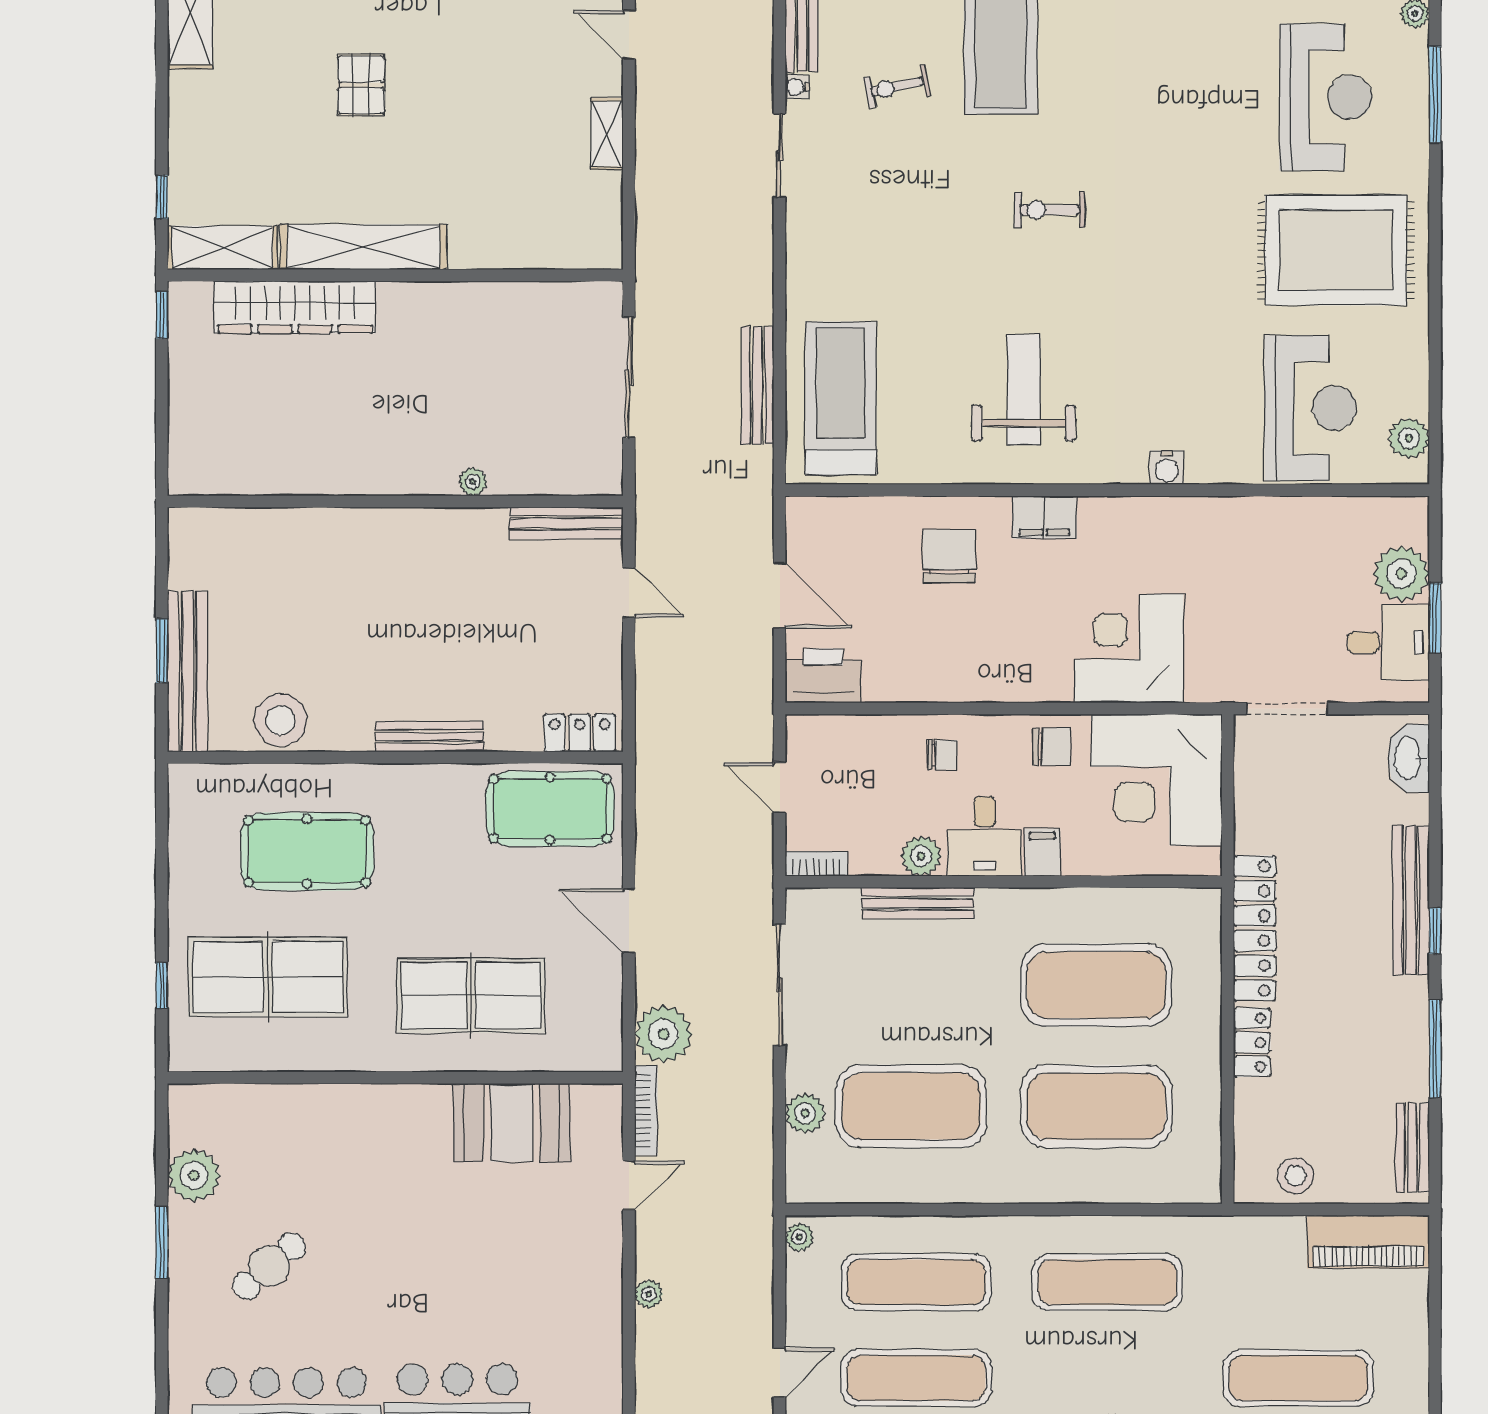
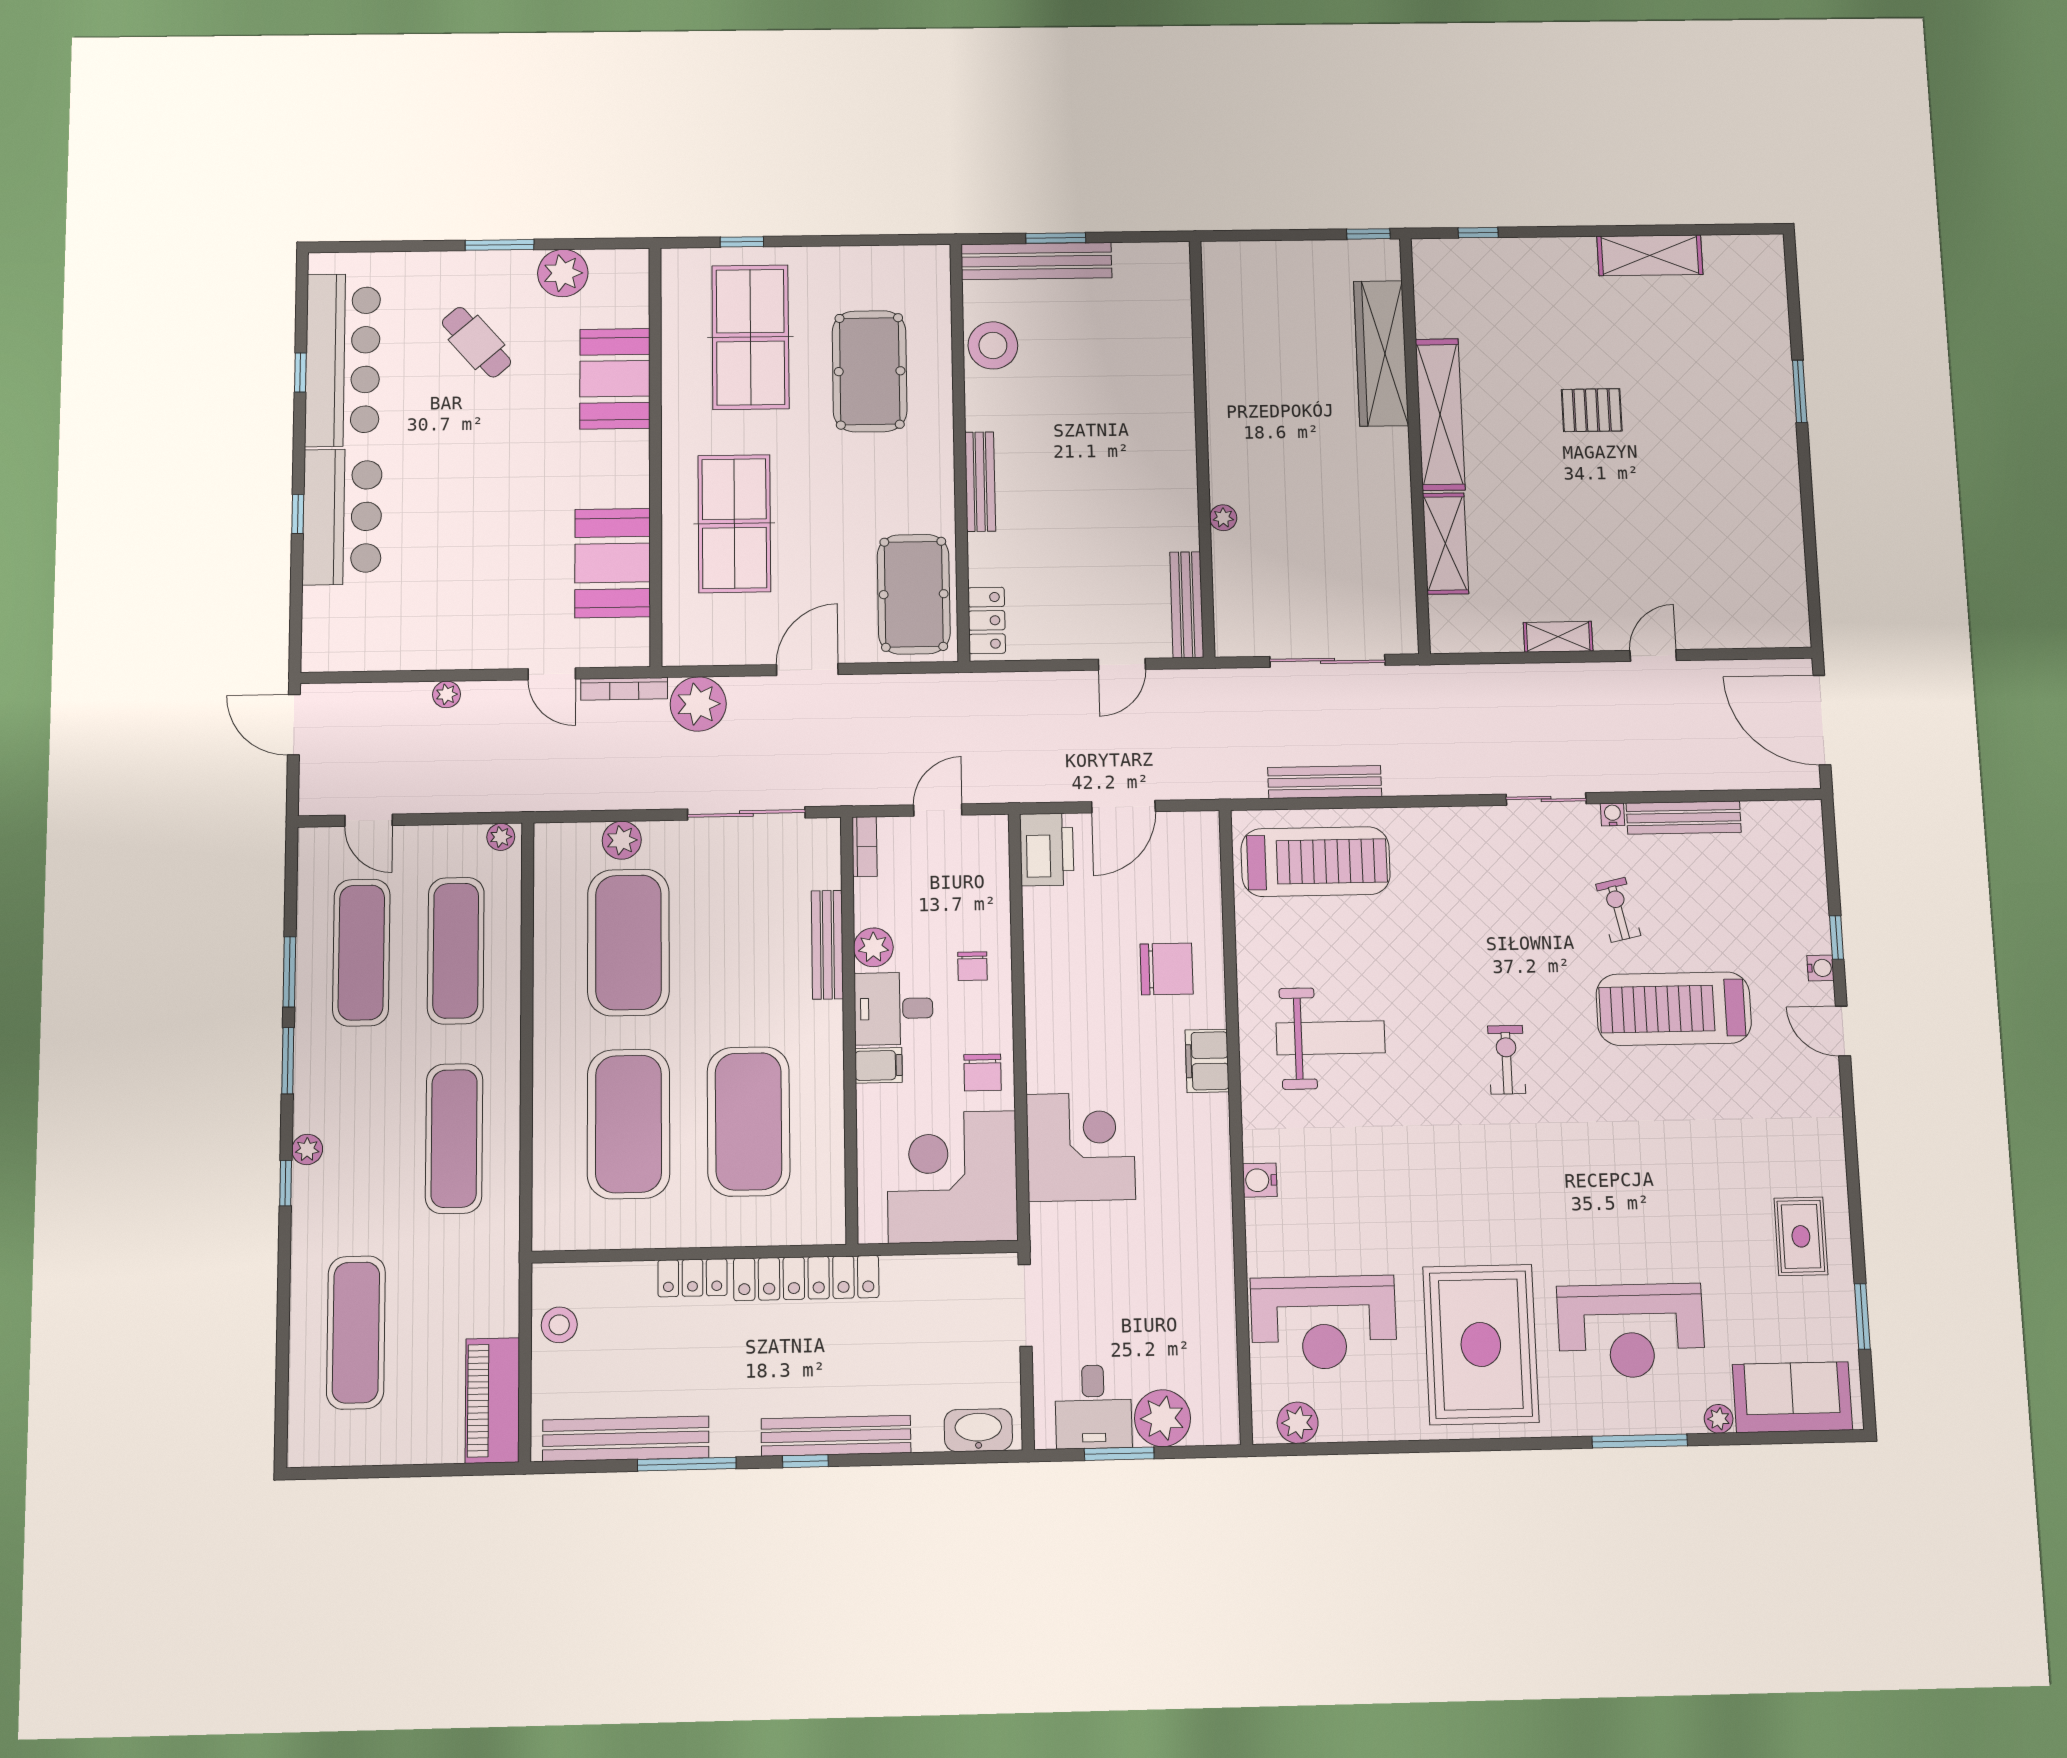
shelving: (222, 248) -> (1445, 543), moved
booth: (311, 1120) -> (615, 379), added
bench: (1412, 1147) -> (626, 1439), width x1.86, depth x1.21

